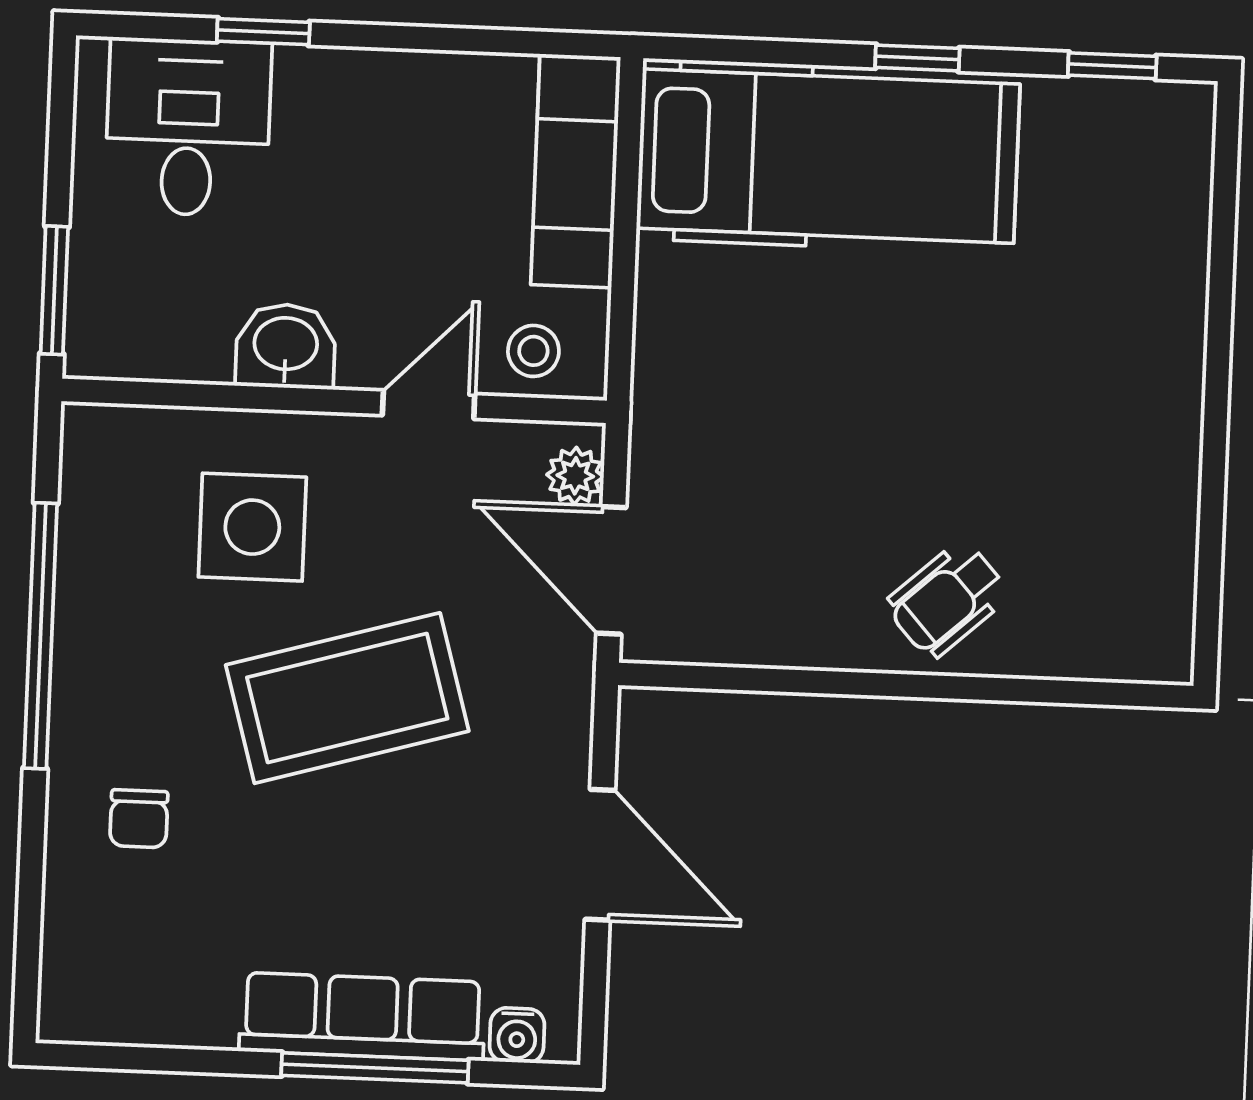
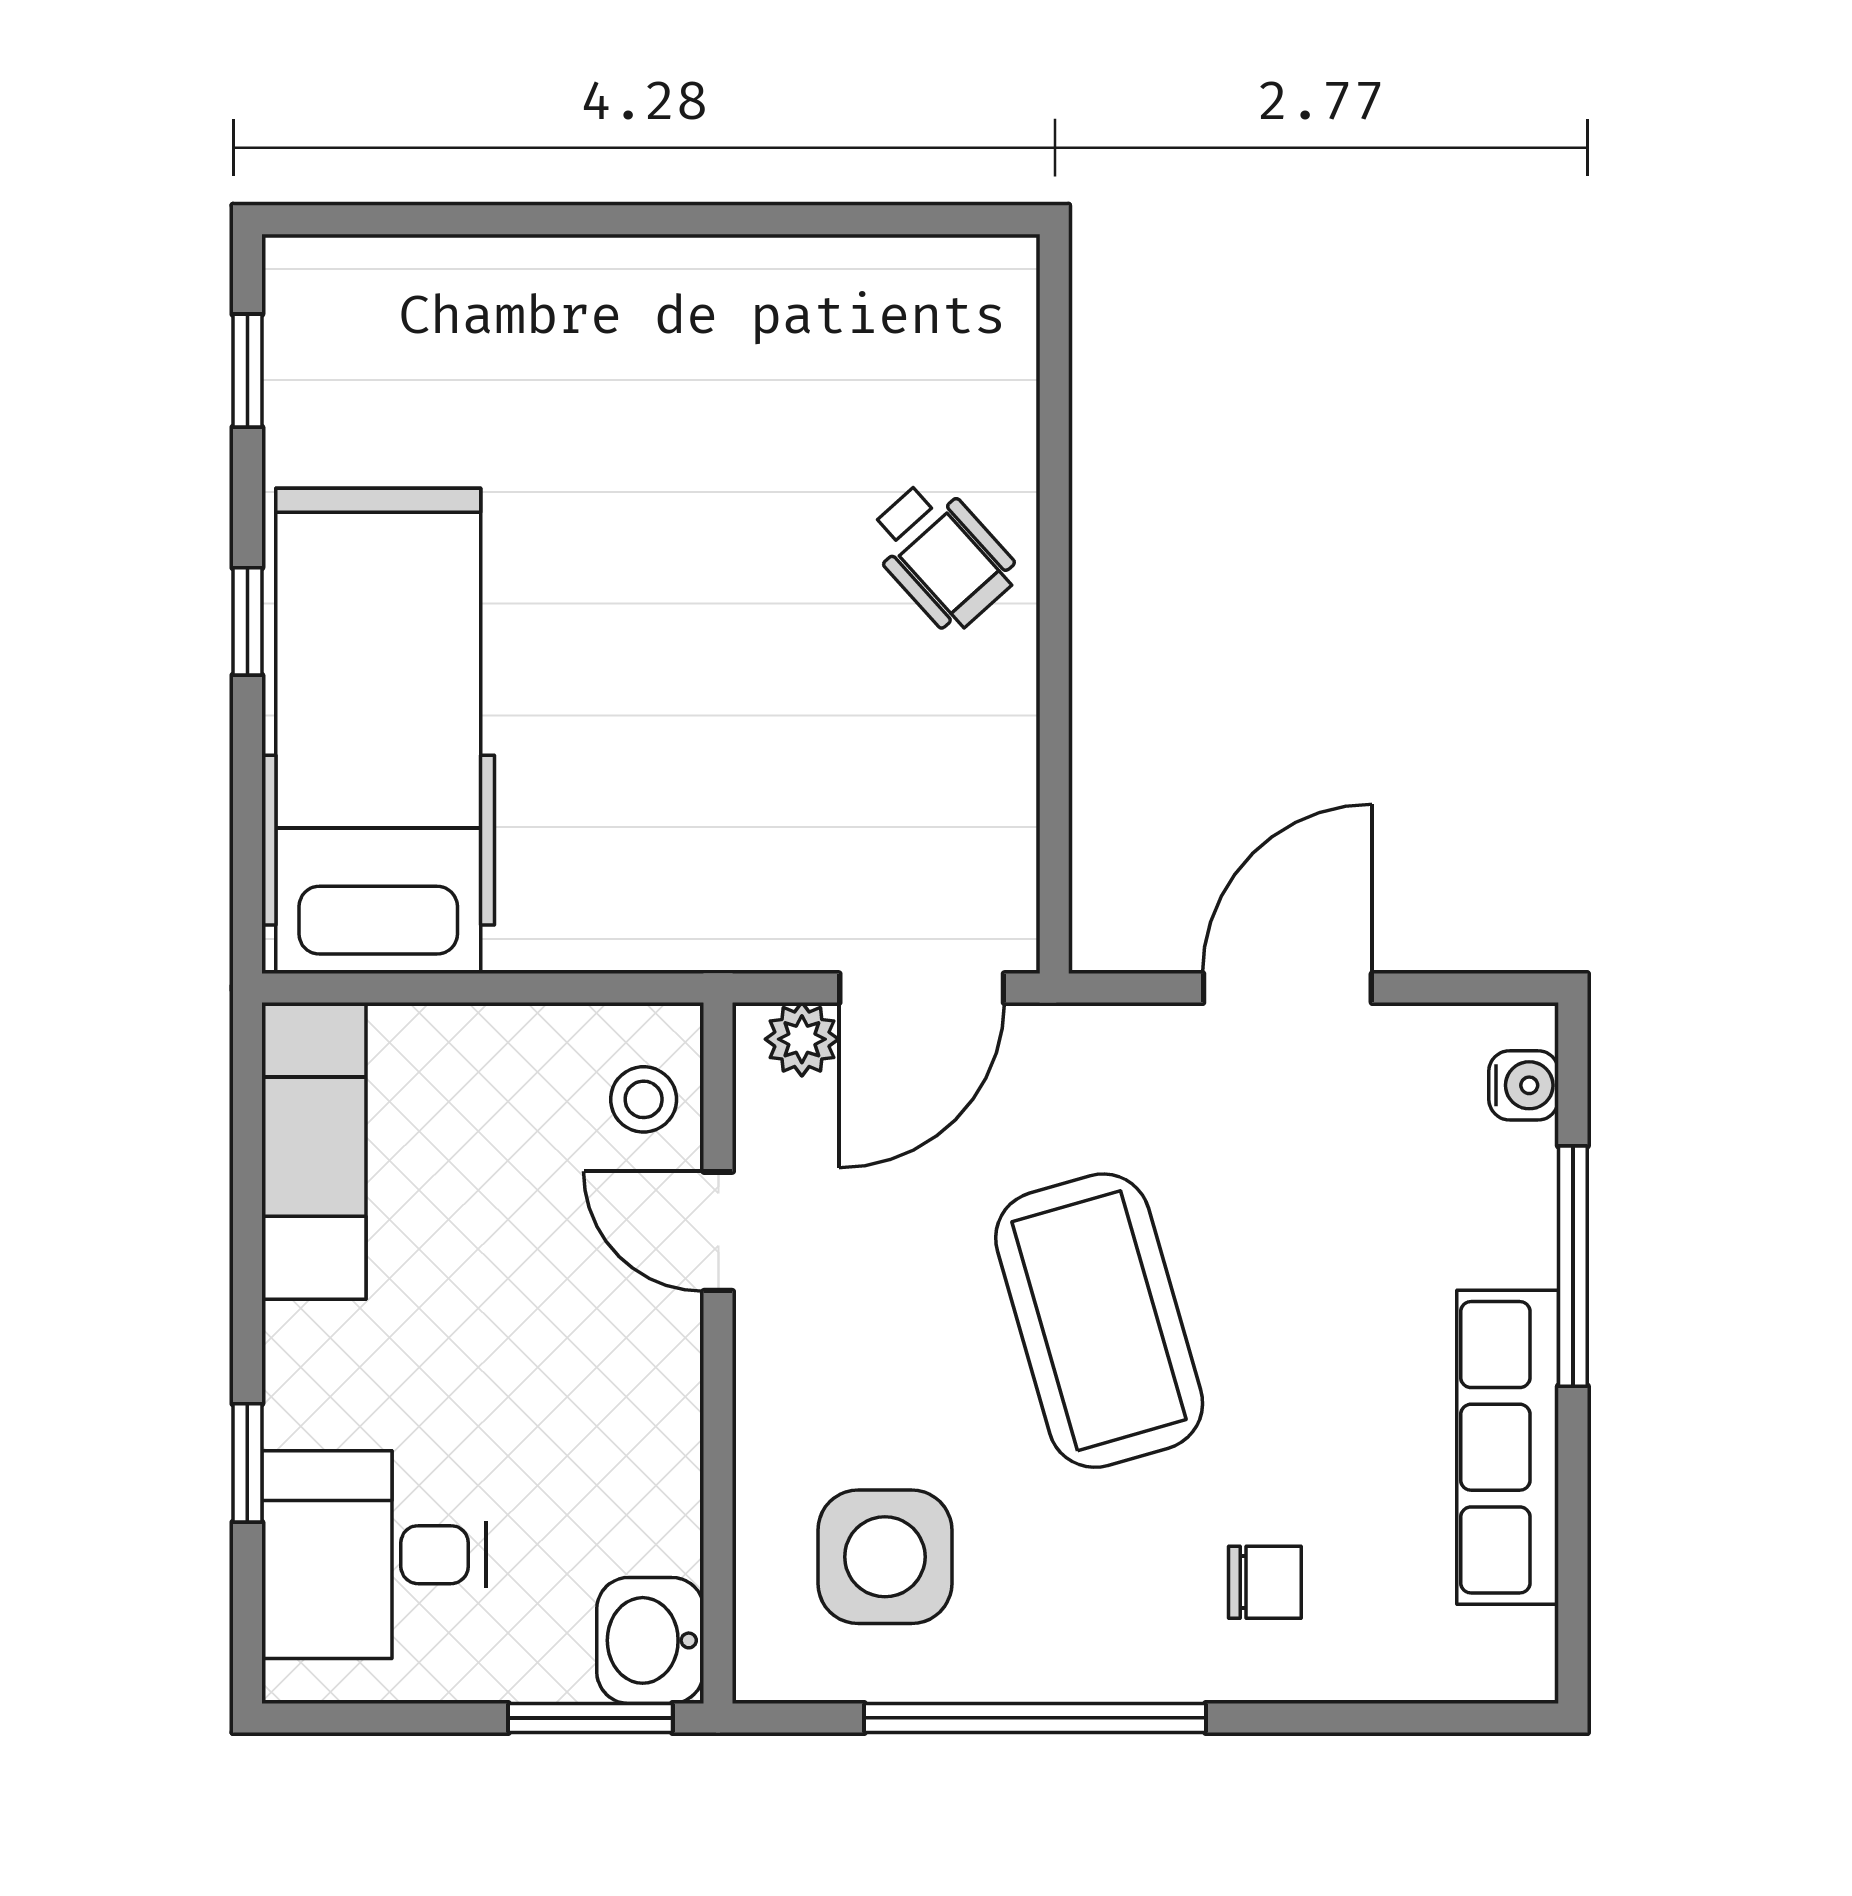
exam couch: (576, 171) -> (314, 1151), moved, turned -90
washbasin: (286, 346) -> (650, 1640), moved
side table: (252, 527) -> (885, 1557), moved
row of seats: (362, 1017) -> (1508, 1447), moved

